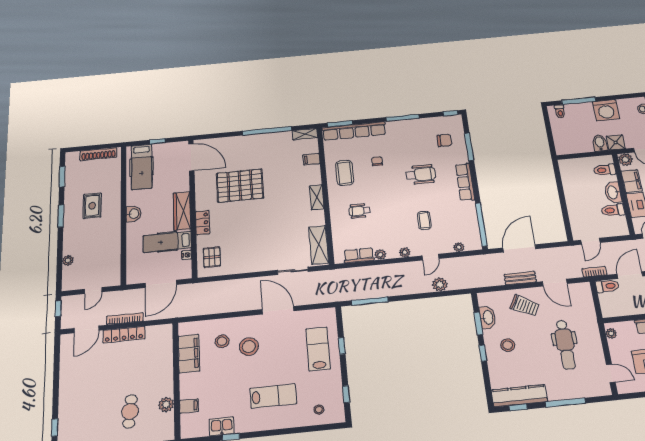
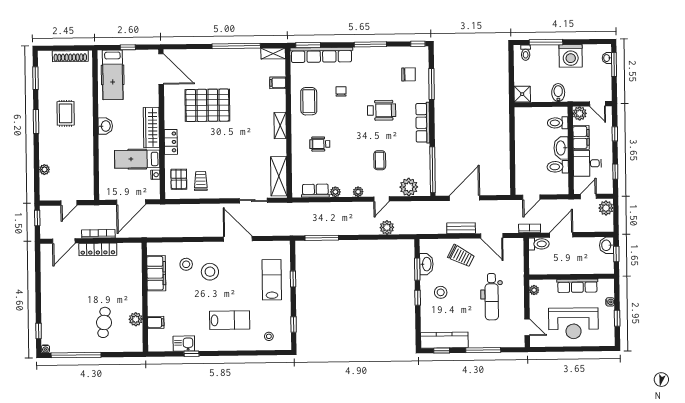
shower: (616, 143) -> (522, 94), moved
plant: (459, 247) -> (409, 187), width x1.87, depth x1.87
trolley: (235, 257) -> (201, 181), added

